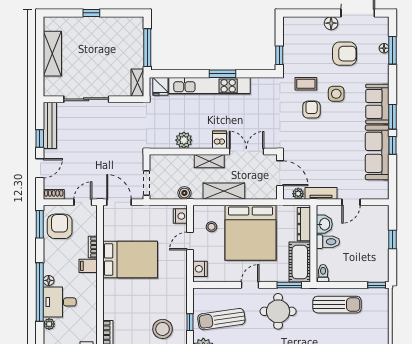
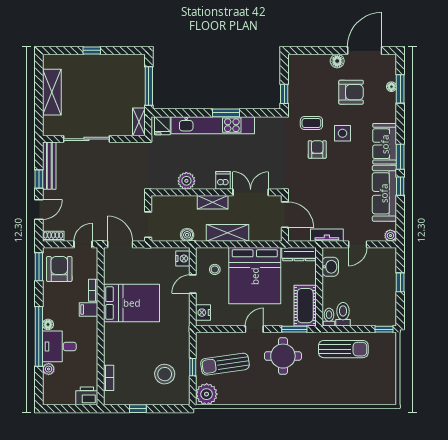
plant: (298, 194) -> (390, 236), moved
dresser: (304, 224) -> (299, 254), moved, turned -90
toilet: (328, 242) -> (343, 314), moved, turned -90

